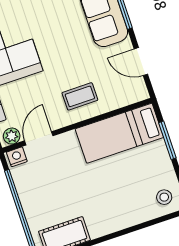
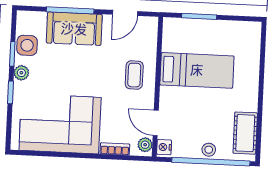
bed: (119, 133) -> (197, 70), moved, turned -90
stool: (164, 197) -> (209, 150), moved

